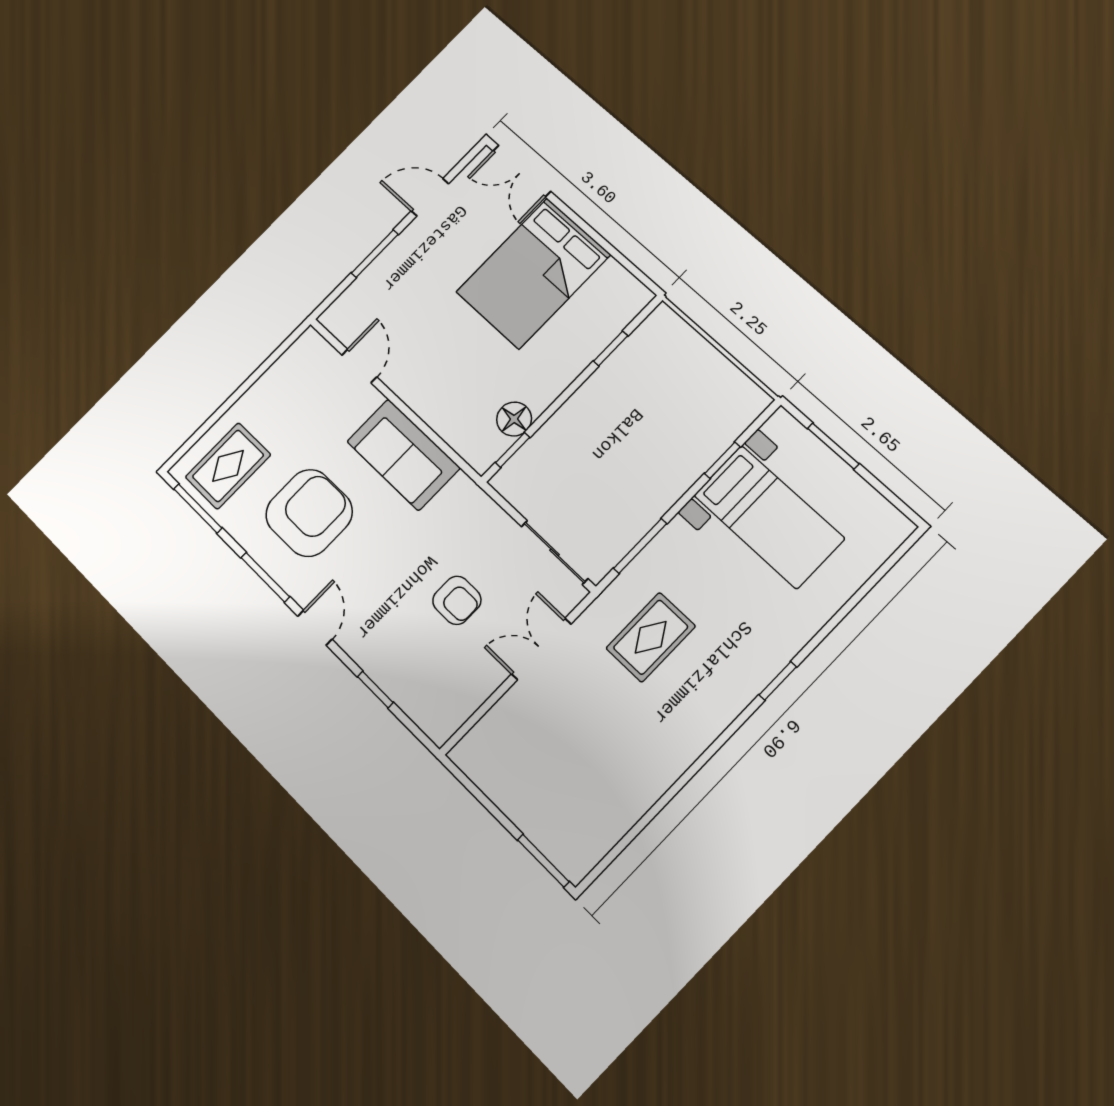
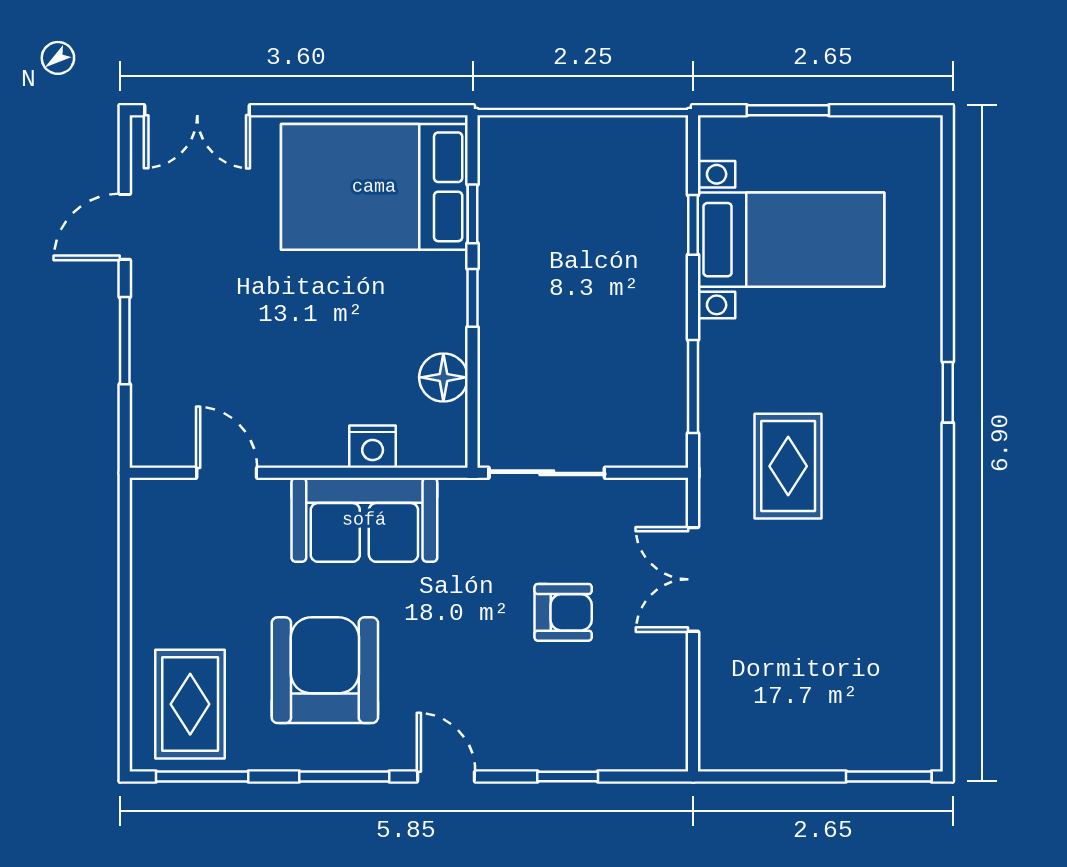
bed: (533, 273) -> (374, 187), moved, turned 90
nightstand: (444, 421) -> (373, 447), added
window: (513, 450) -> (473, 298), moved
sliding door: (555, 552) -> (547, 473), moved

